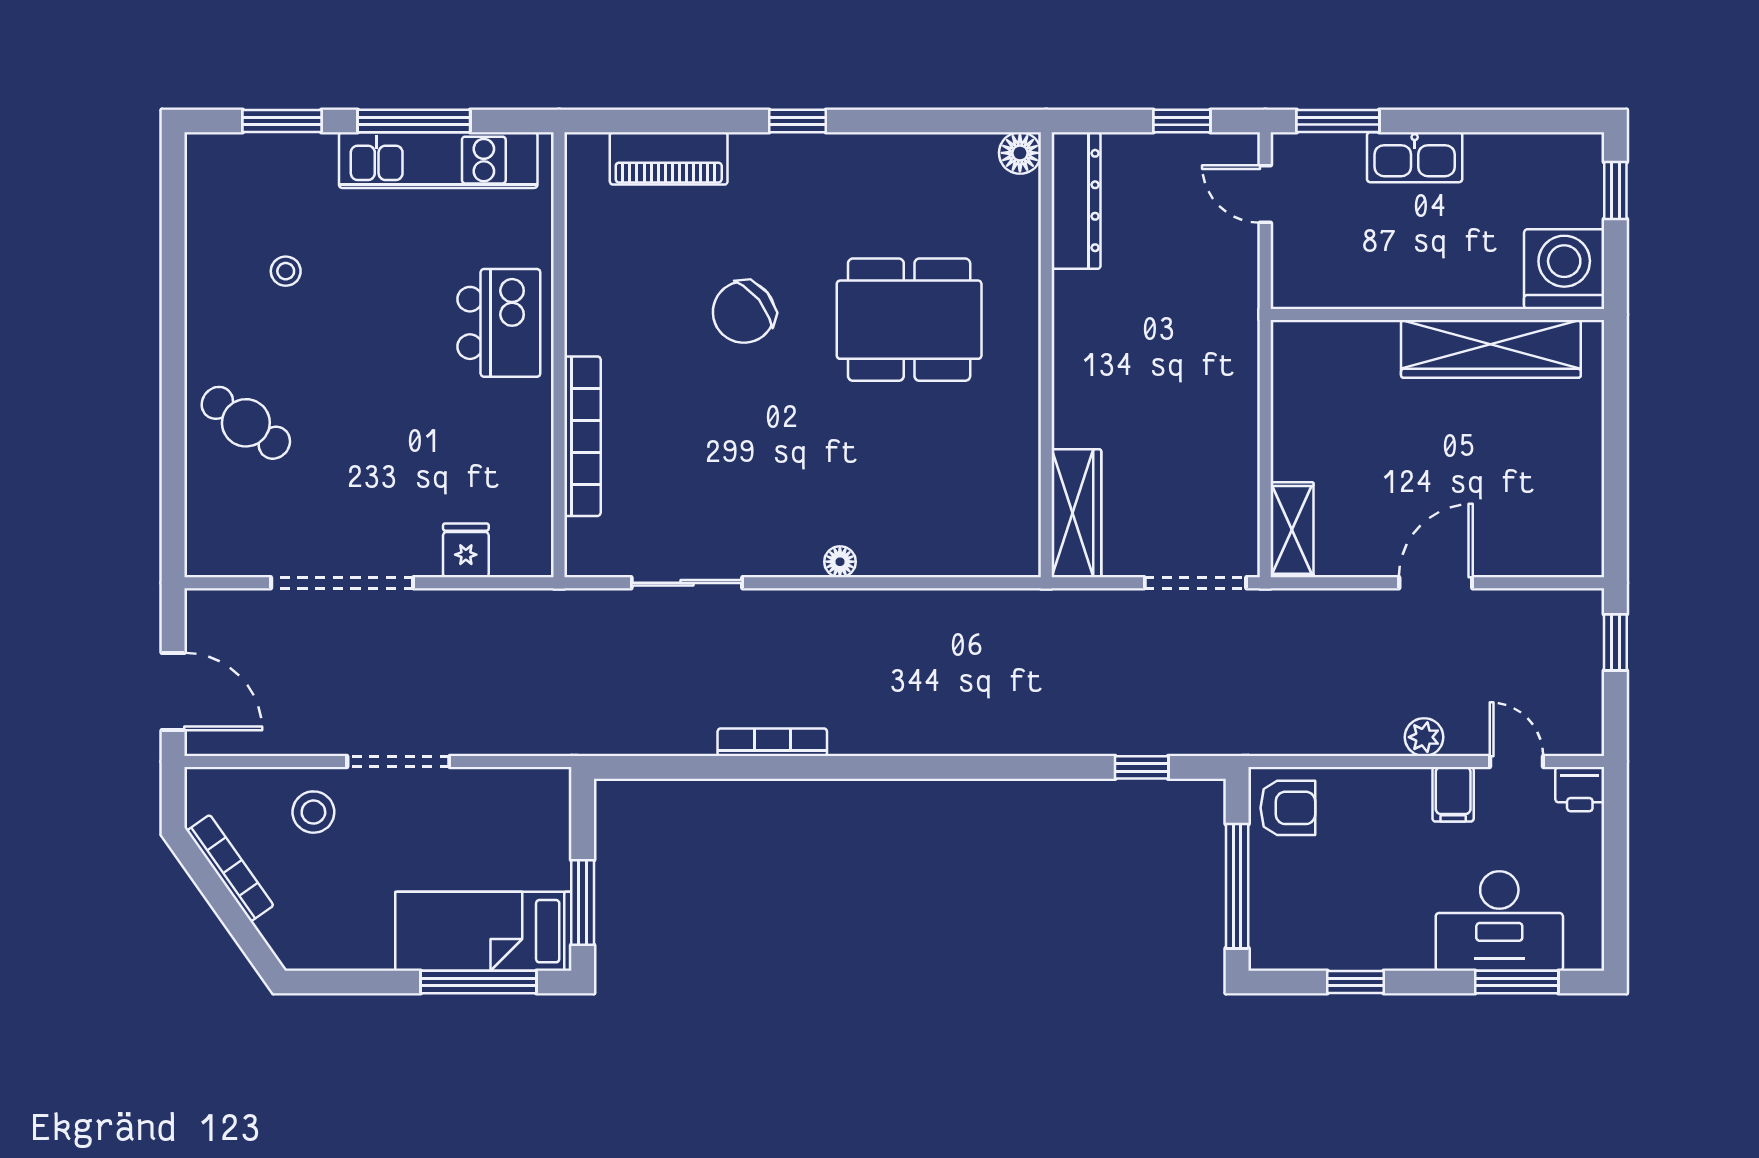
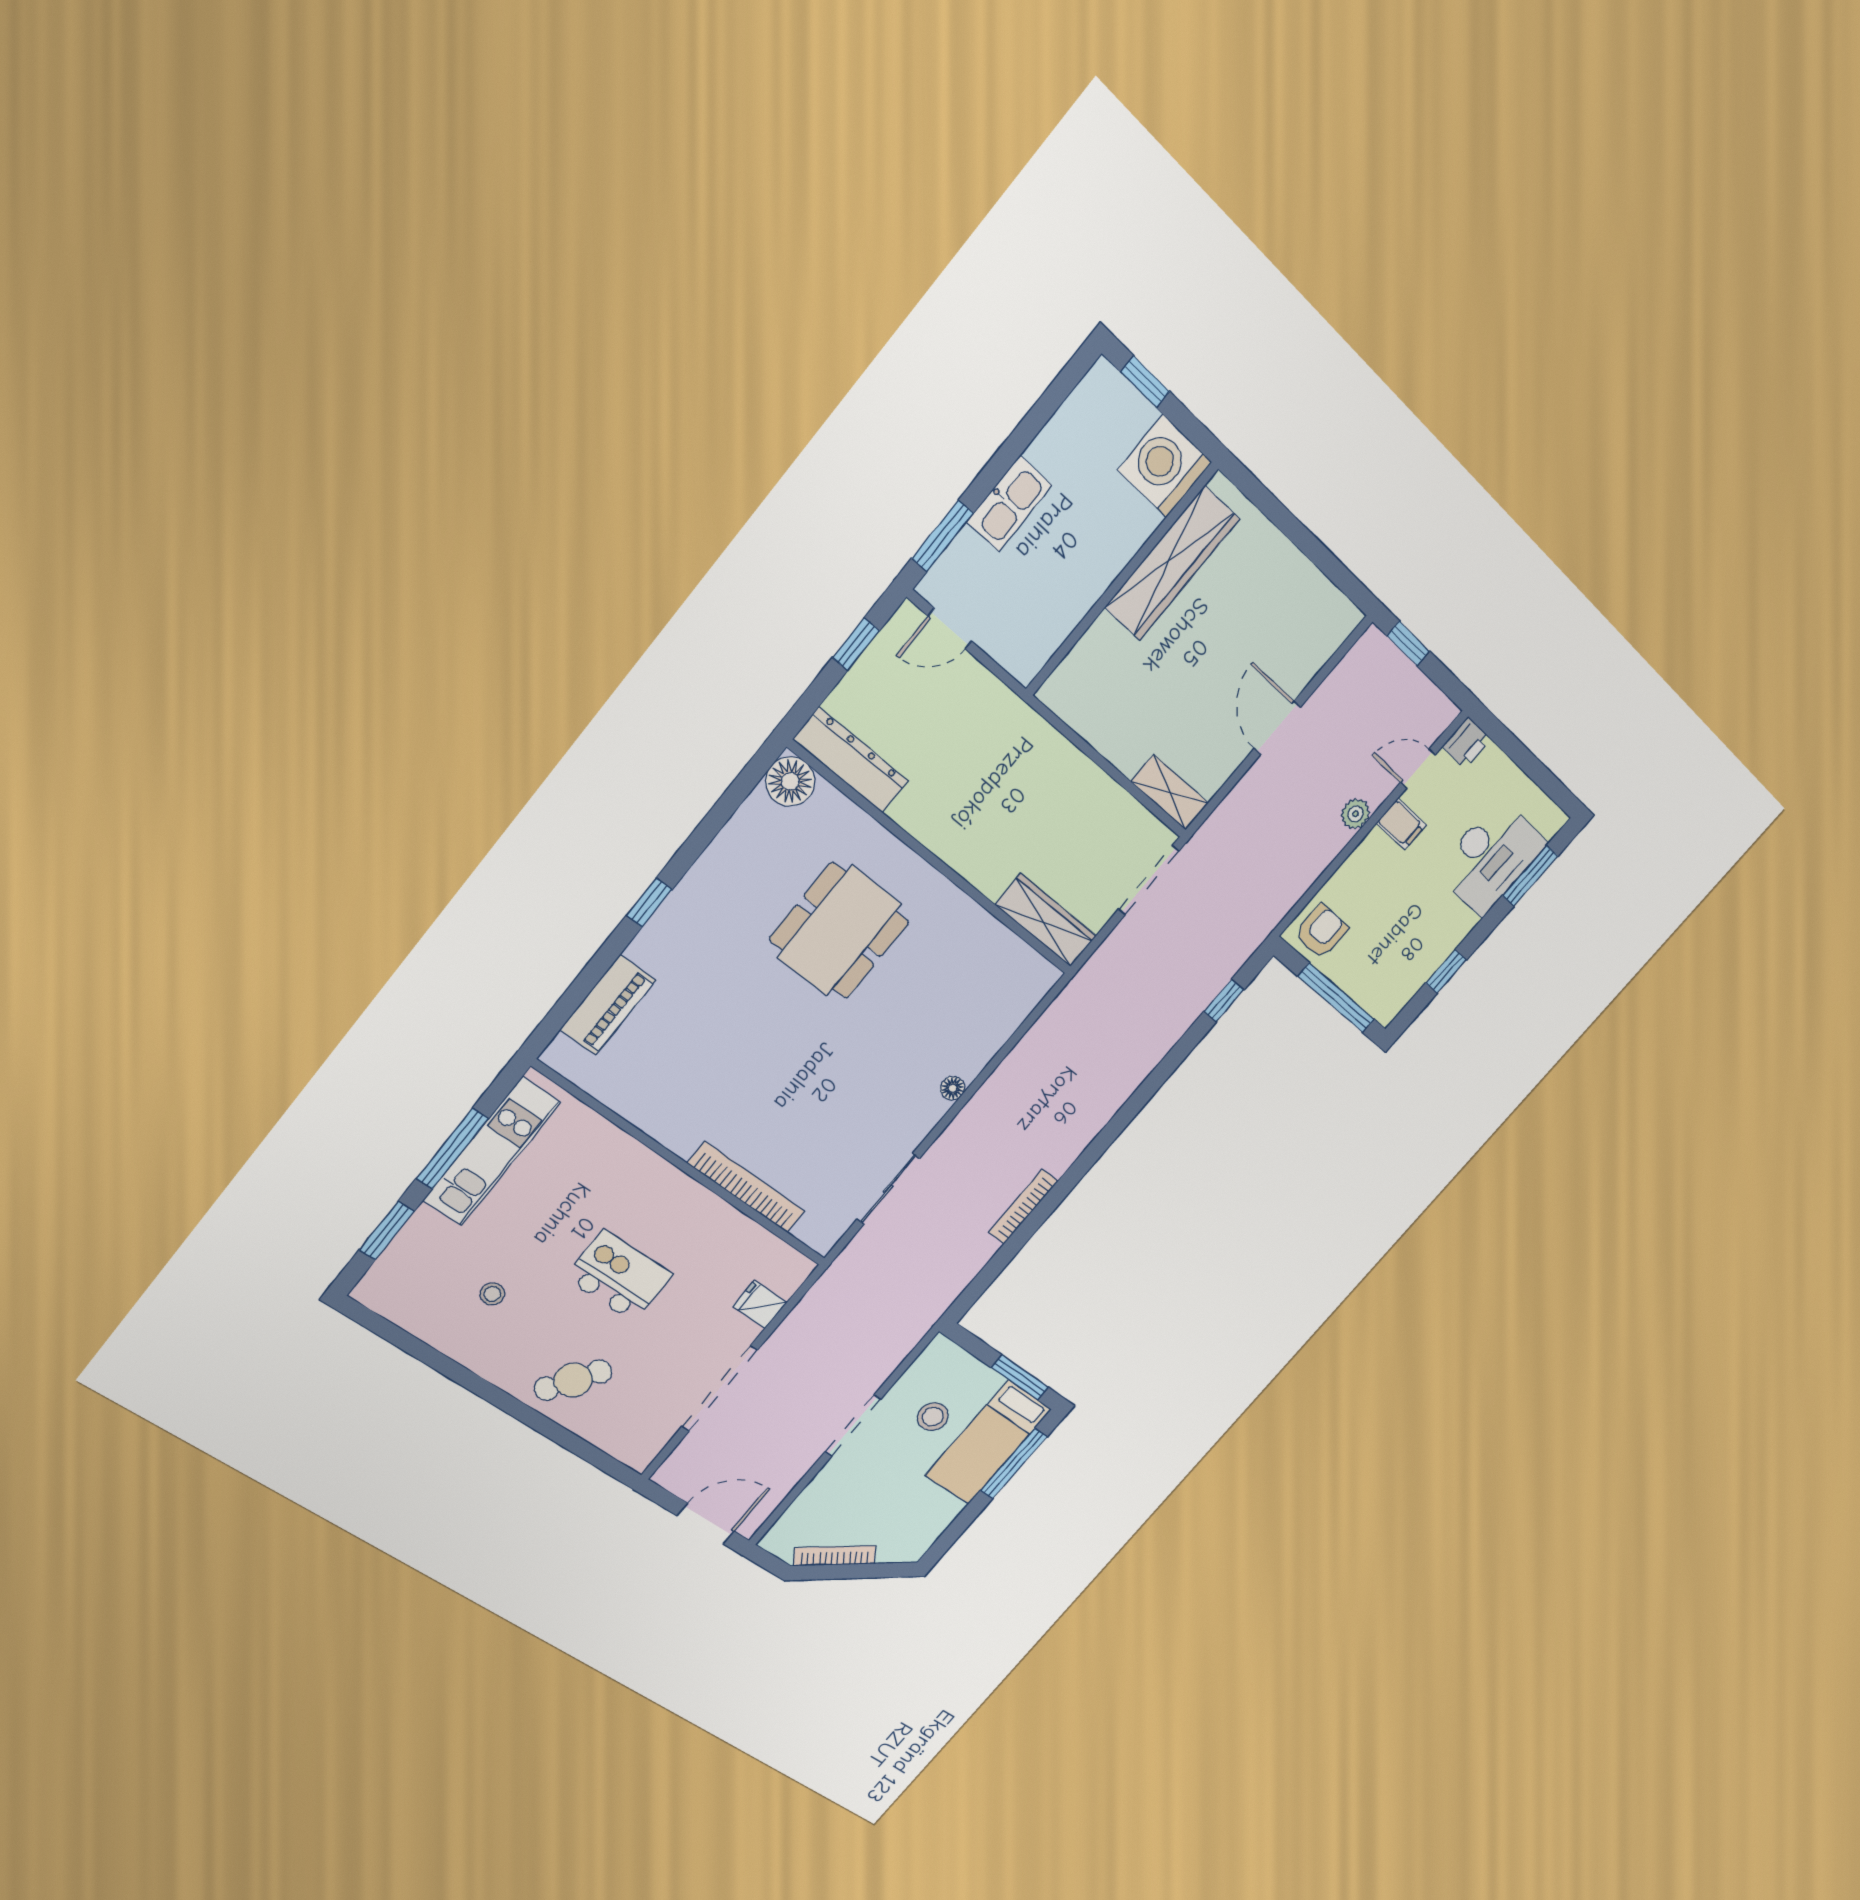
floor lamp: (1020, 153) -> (790, 781), width x1.38, depth x1.38
chair: (744, 312) -> (749, 1032), removed
kitchen island: (499, 323) -> (619, 1276), moved
stool: (313, 812) -> (933, 1417), moved

